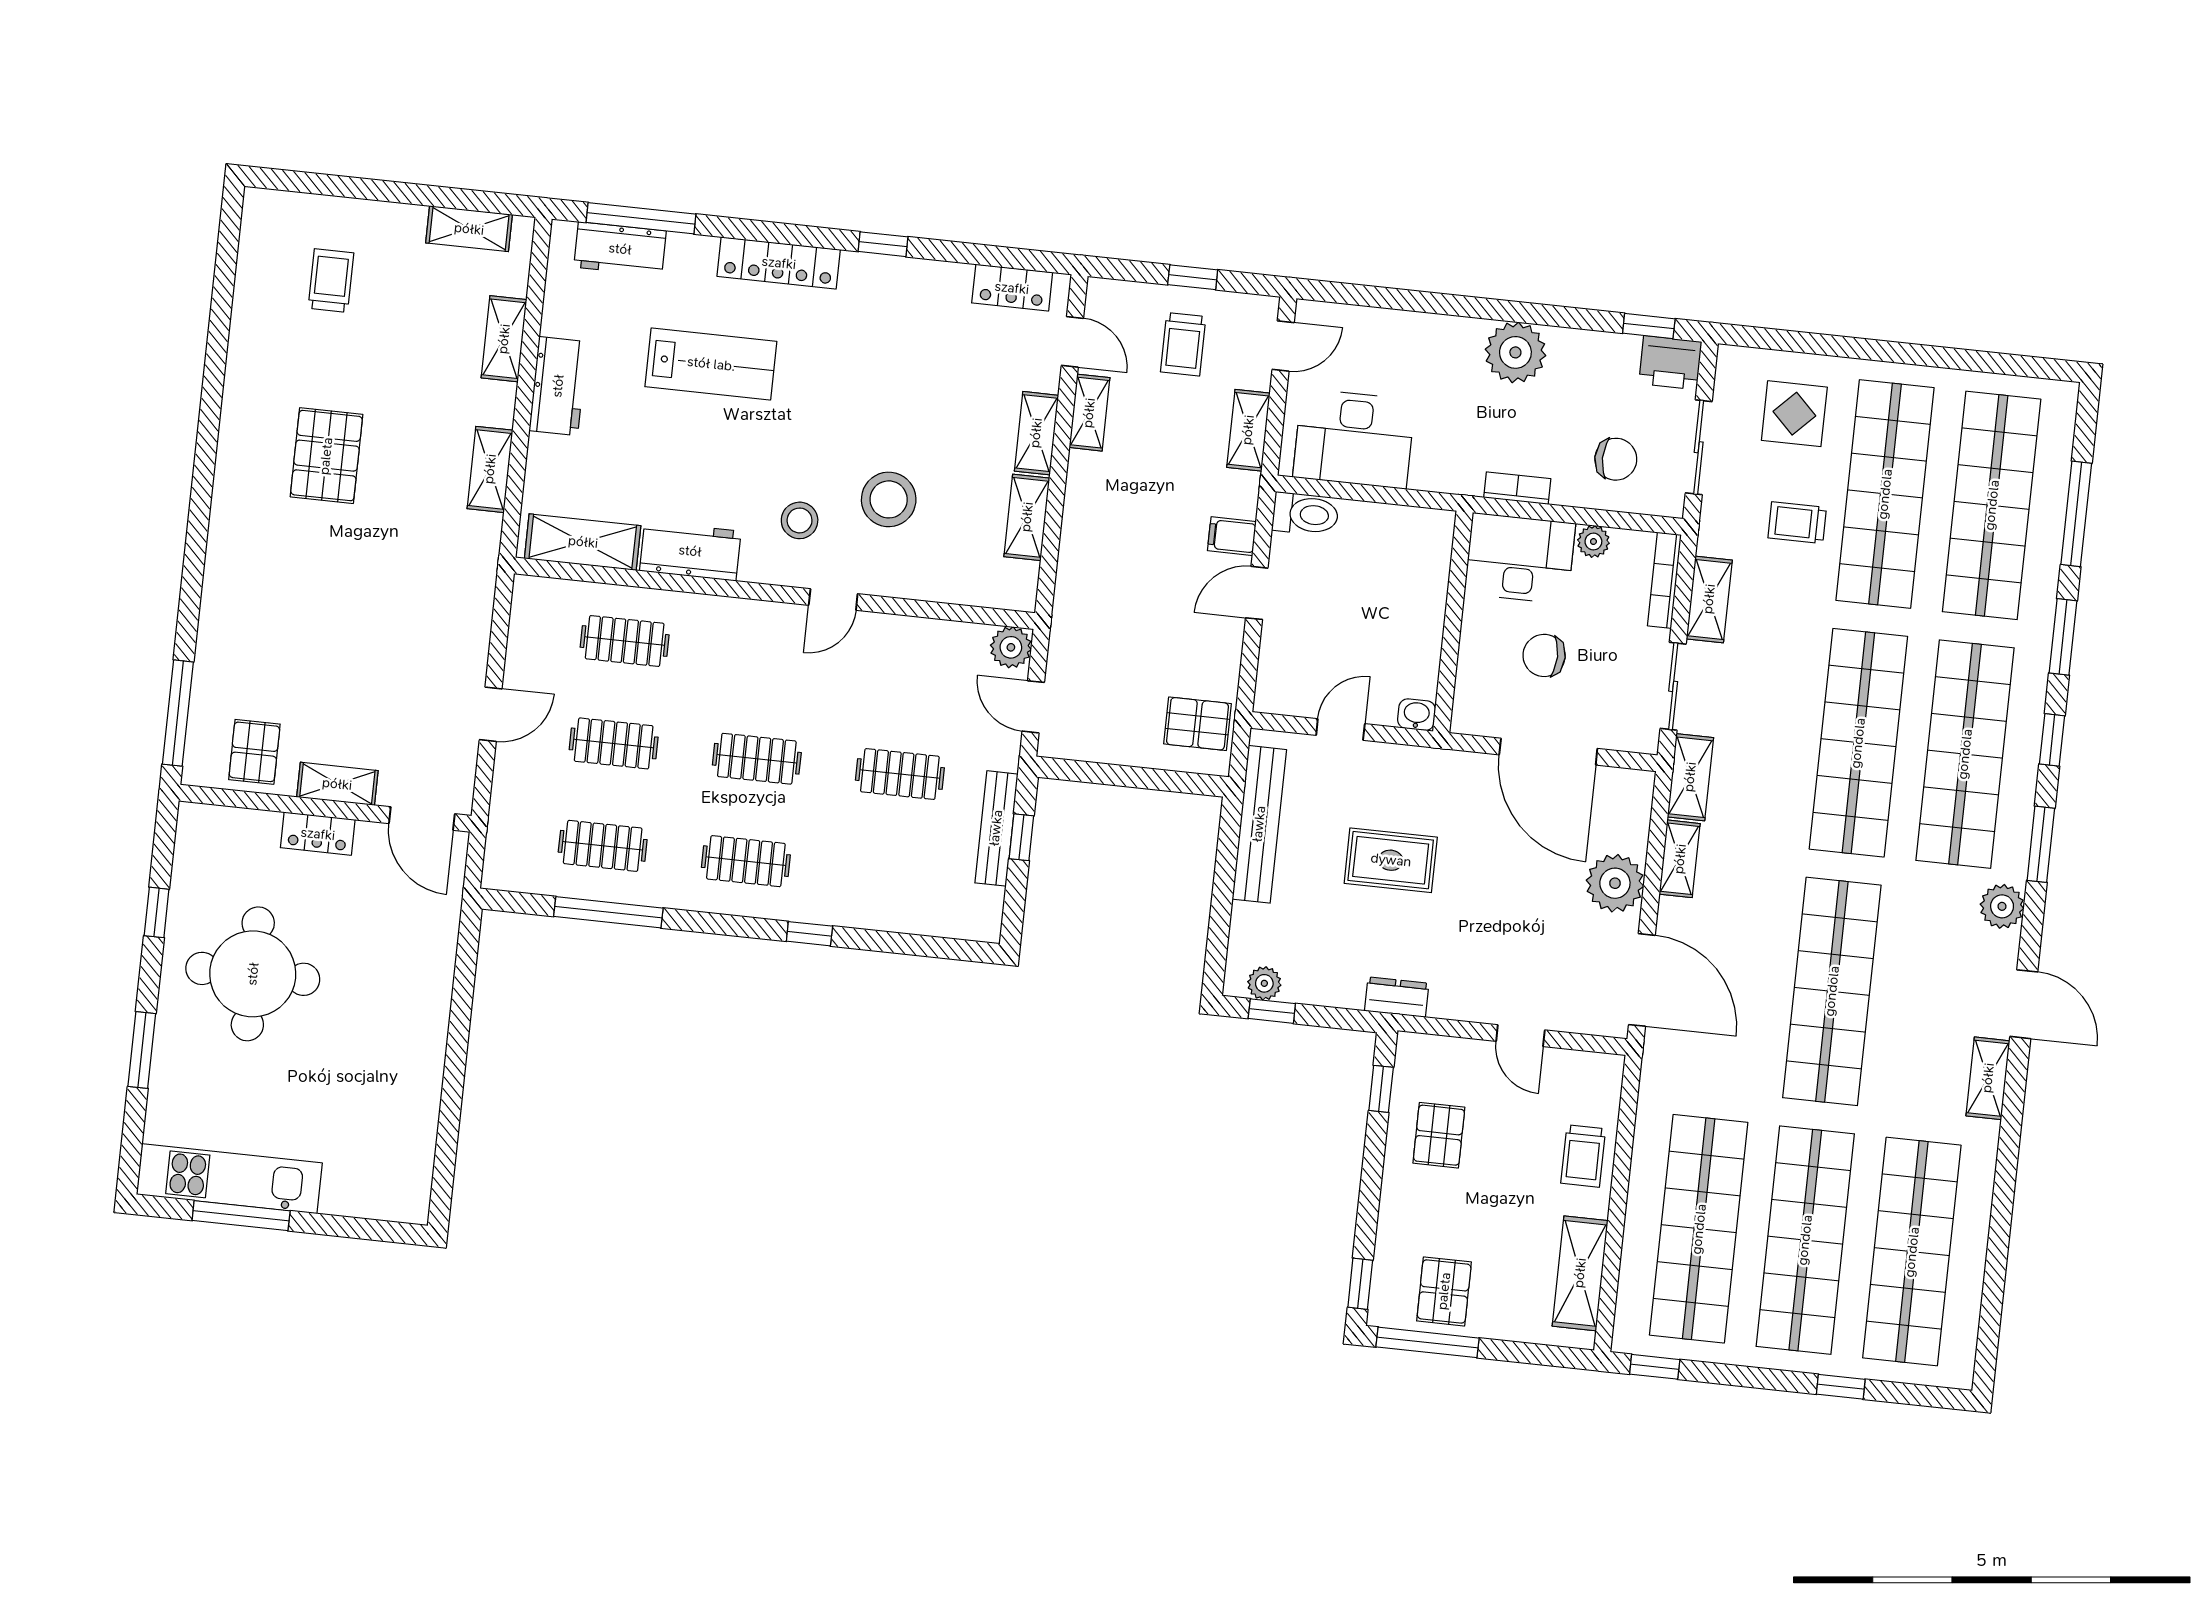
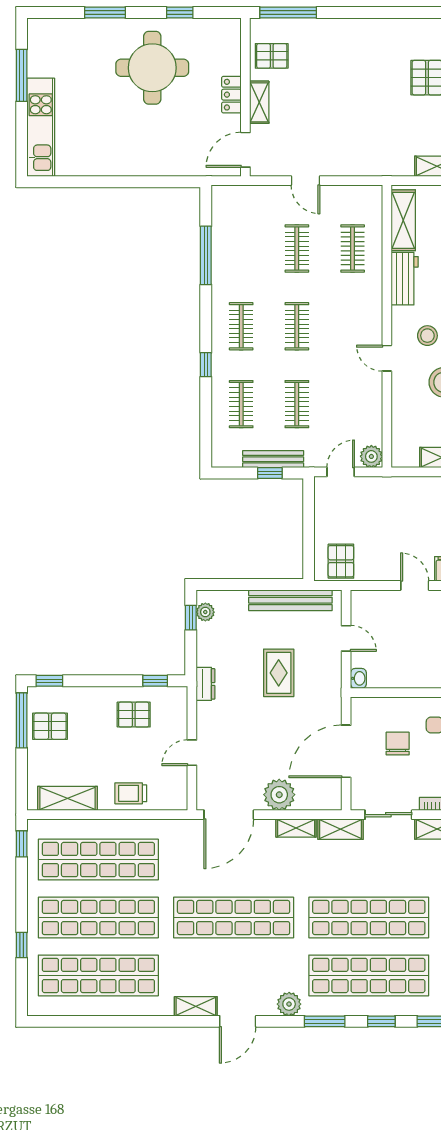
clothes rail: (603, 846) -> (241, 404), moved
kitchen unit: (229, 1179) -> (41, 127), moved

